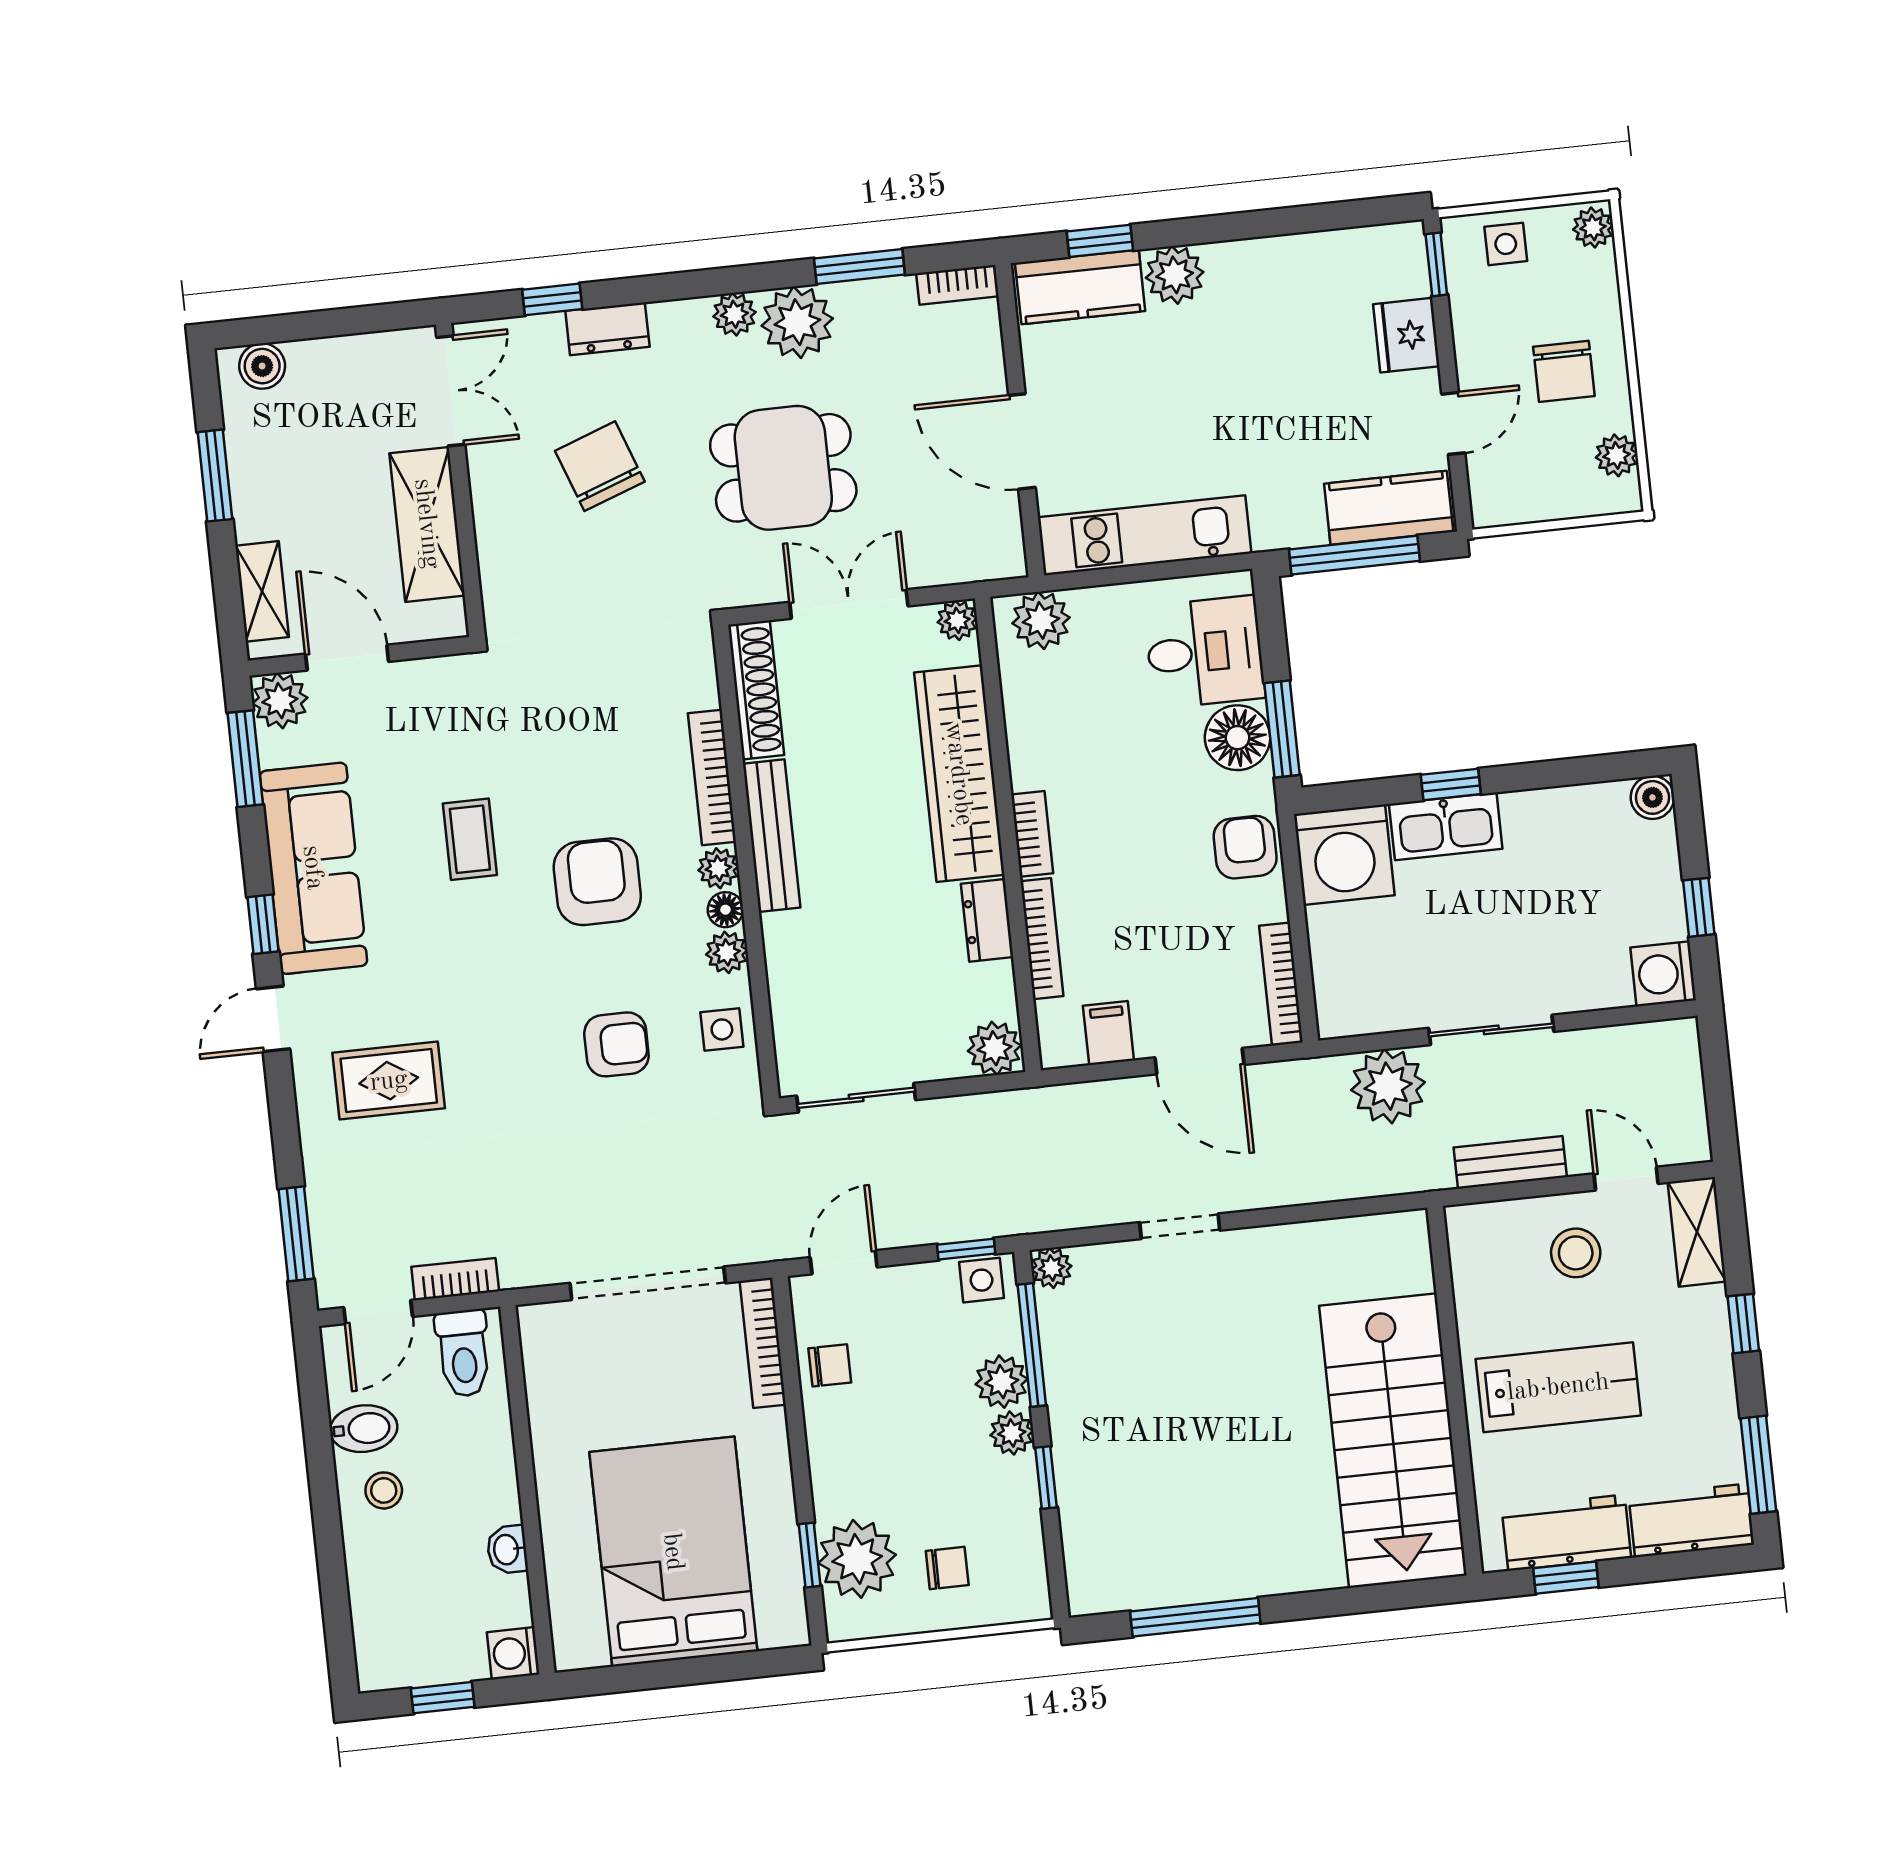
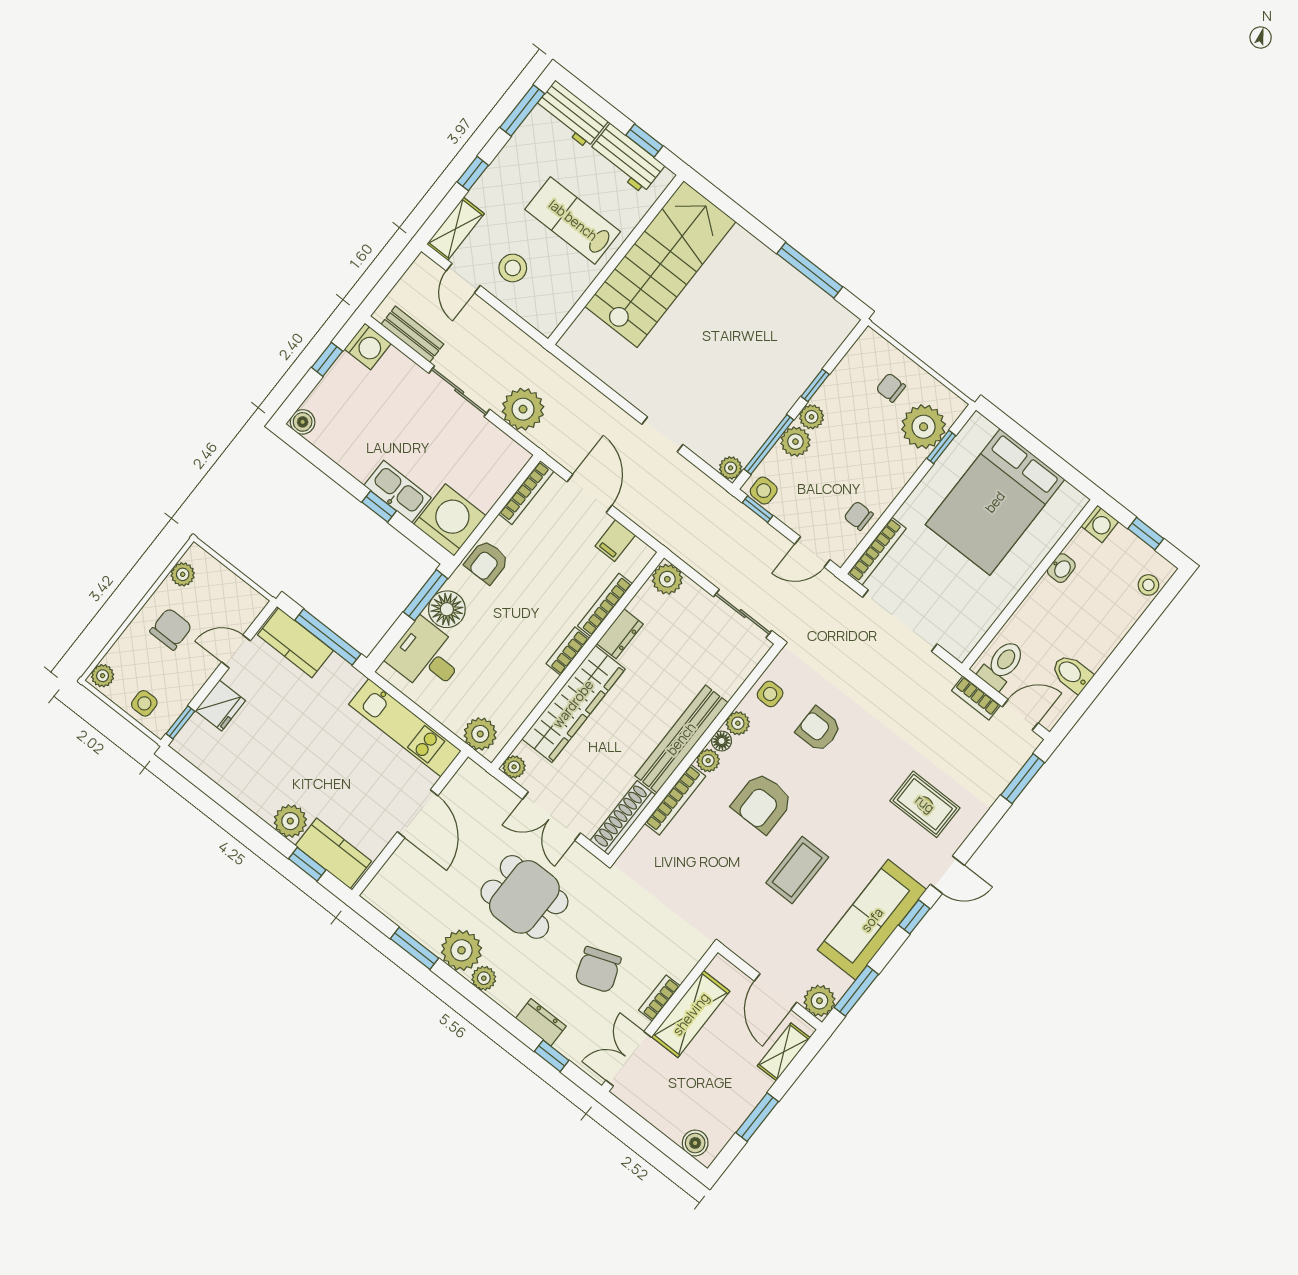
bookcase: (957, 285) -> (659, 998), moved, turned -90
bench: (772, 836) -> (681, 739), width x1.37, depth x1.21
coffee table: (470, 839) -> (797, 870), width x1.36, depth x1.30
bench: (1510, 1162) -> (412, 334), moved
stool: (384, 1490) -> (1148, 585), moved

